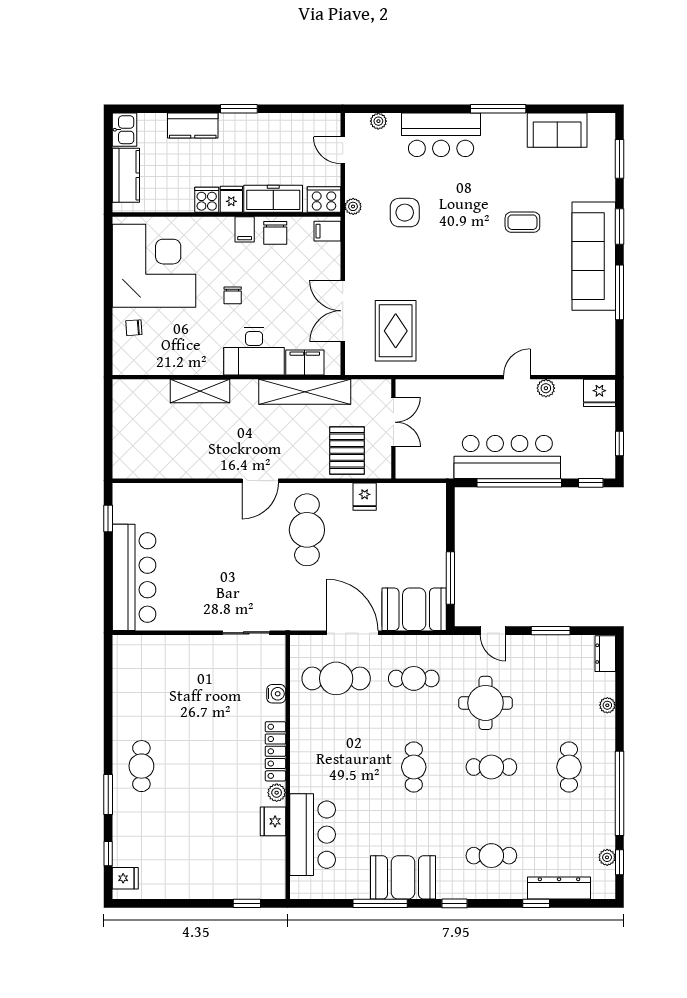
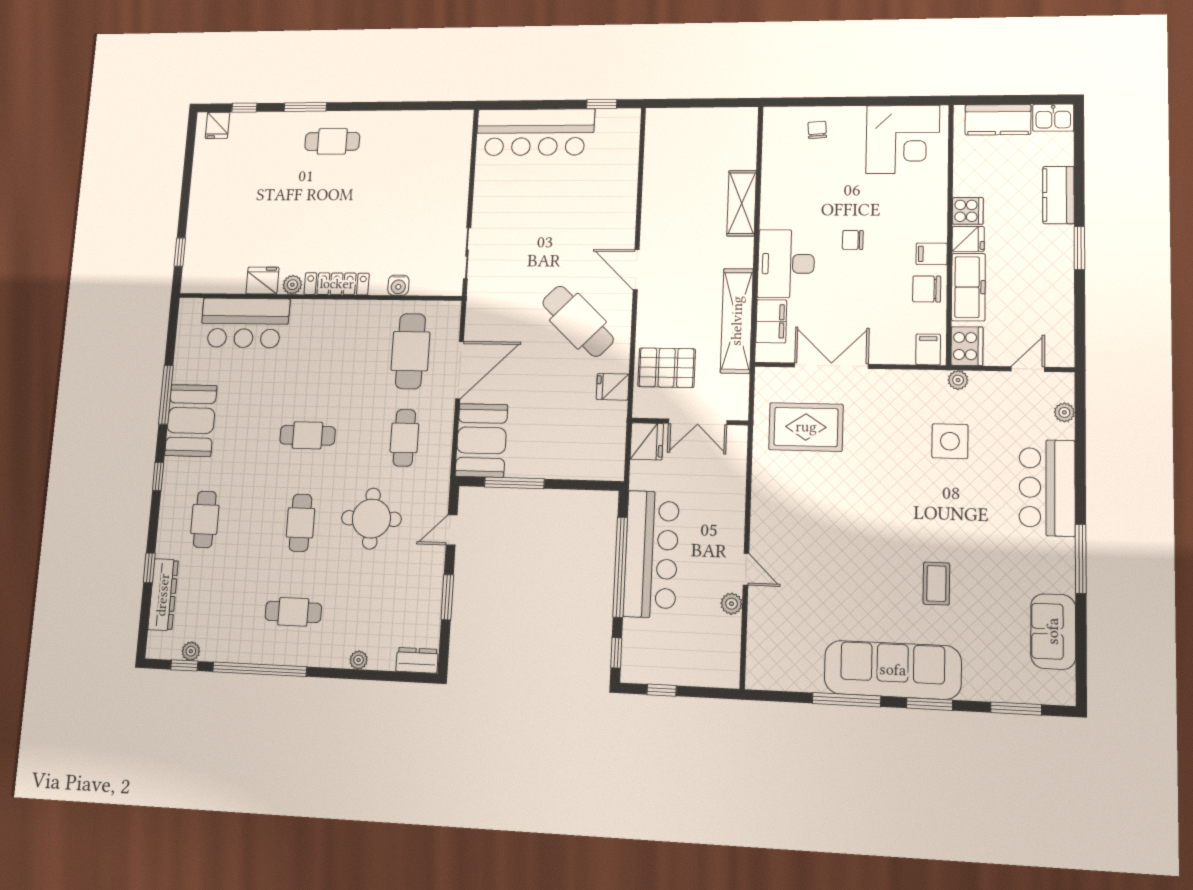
corner desk: (154, 266) -> (903, 139), width x0.74, depth x0.74
fridge: (599, 393) -> (647, 441), moved, turned 180
cafe table: (307, 530) -> (578, 321), turned 44

